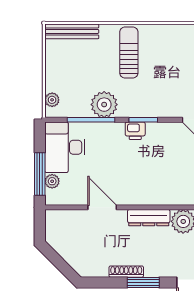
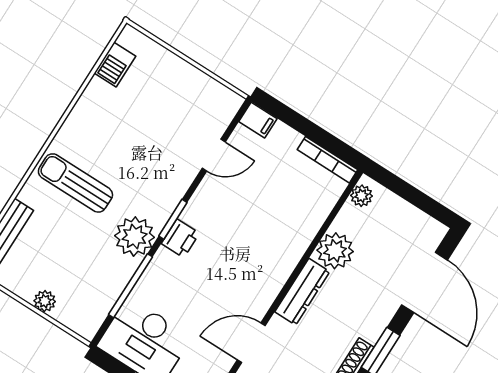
plant: (52, 100) -> (45, 301), moved
plant: (104, 105) -> (135, 237), moved

